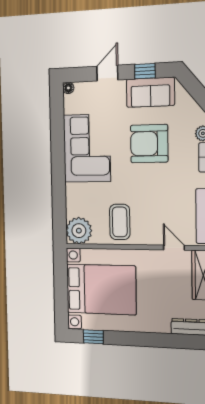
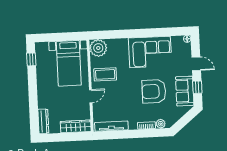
armchair: (149, 144) -> (154, 91), turned -90
door: (174, 248) -> (91, 96), moved
bed with nightstands: (101, 289) -> (69, 63), width x0.73

